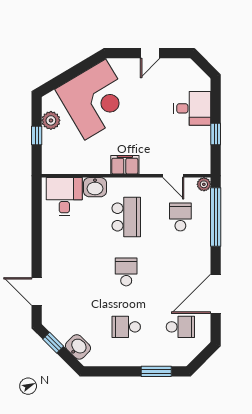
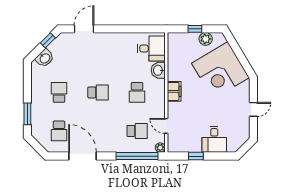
door: (150, 53) -> (253, 109), swing flipped
door: (173, 176) -> (166, 126), hinge flipped
school desk: (126, 217) -> (137, 92), width x0.54

